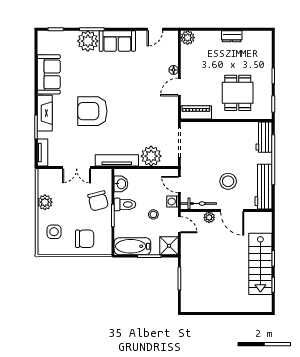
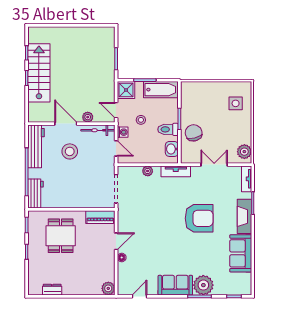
dresser: (232, 36) -> (52, 290), moved
plant: (151, 156) -> (148, 171), width x0.53, depth x0.53
tv unit: (117, 160) -> (176, 171), width x0.71
plant: (45, 202) -> (244, 152), moved
chair: (85, 239) -> (206, 97), removed

